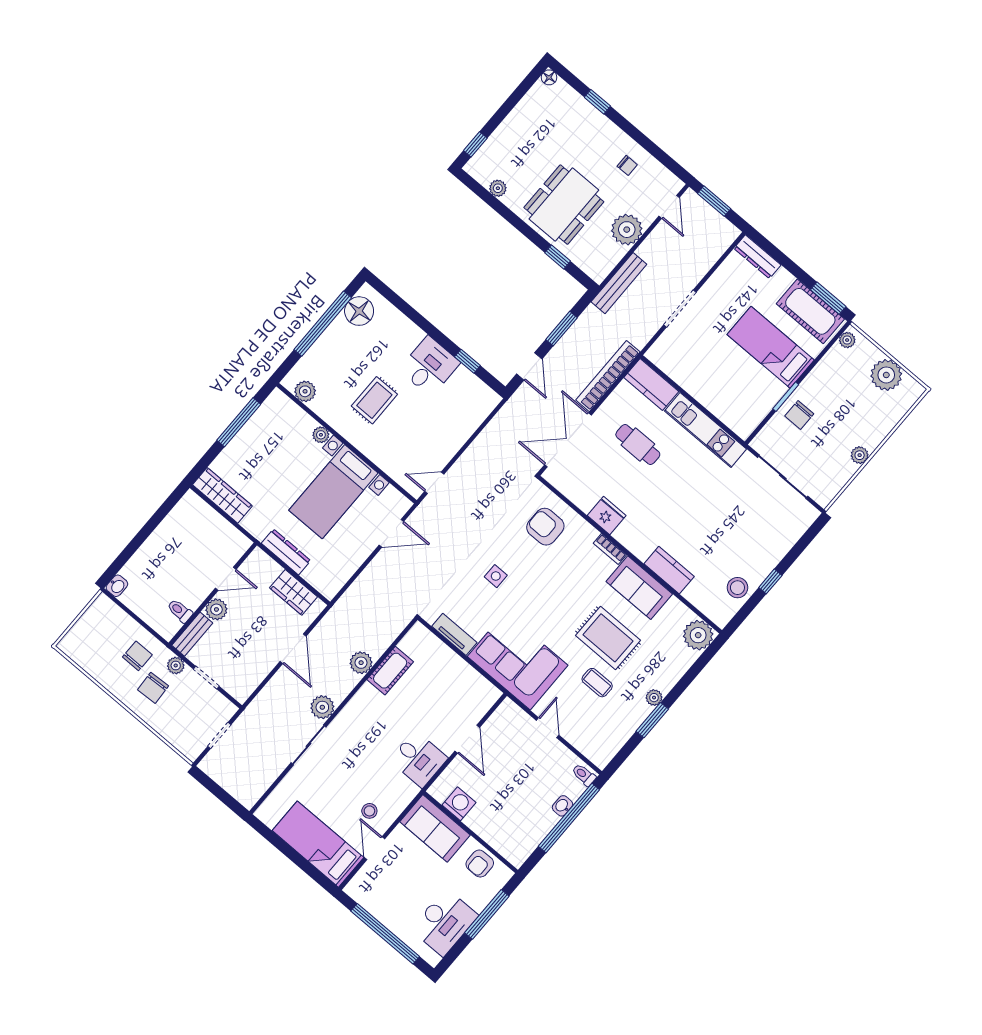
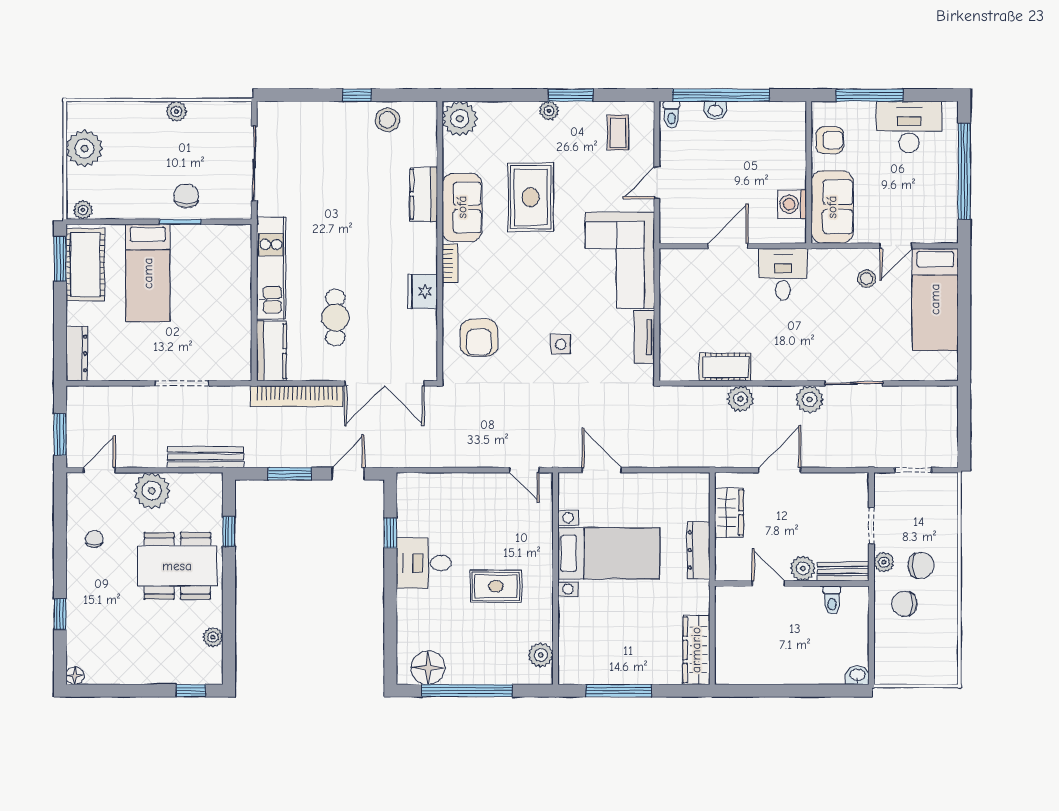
chair: (799, 415) -> (186, 196), turned -90
plant: (321, 435) -> (568, 608), removed
coffee table: (597, 683) -> (618, 133), moved

